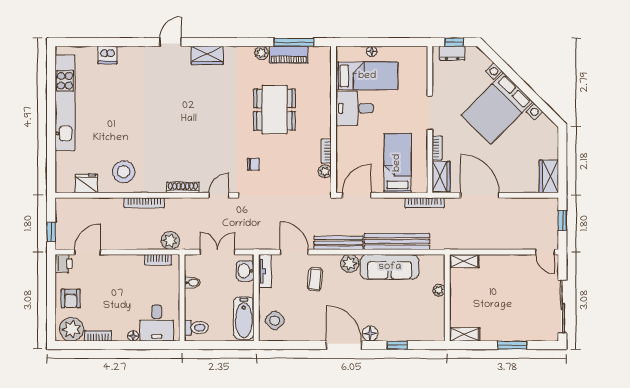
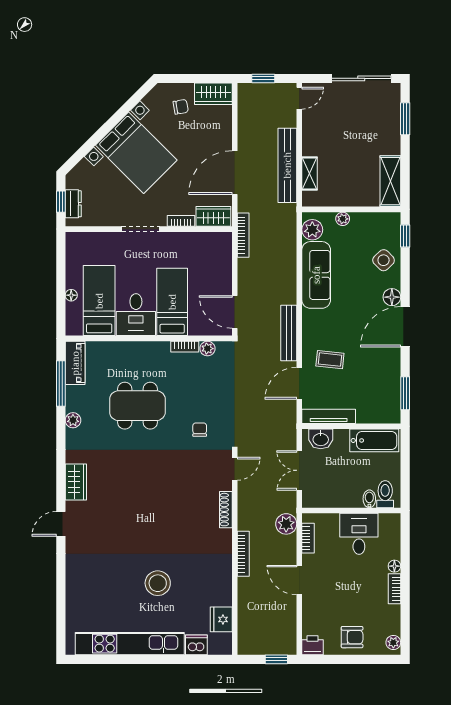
door: (170, 42) -> (61, 524), hinge flipped
dishwasher: (107, 55) -> (196, 645), moved, turned -90
piano: (289, 55) -> (75, 363), moved
chair: (538, 148) -> (181, 107), added
bed: (397, 163) -> (172, 302), moved, turned 90
stool: (124, 172) -> (158, 583), moved
door: (219, 195) -> (235, 469), swing flipped
bench: (397, 242) -> (287, 165), moved
door: (88, 252) -> (299, 580), moved
shelving: (464, 261) -> (309, 173), moved
plant: (350, 264) -> (312, 230), moved
tv unit: (265, 271) -> (329, 416), width x1.41
bidet: (192, 283) -> (369, 499), moved
side table: (275, 320) -> (384, 260), moved
desk: (157, 323) -> (359, 534), moved, turned -90
plant: (71, 329) -> (393, 643), width x0.53, depth x0.53
shelving: (465, 334) -> (390, 181), width x1.50, depth x1.33
bookcase: (98, 336) -> (395, 589), moved
window: (285, 345) -> (405, 393), added
window: (397, 345) -> (405, 236), moved
window: (512, 345) -> (405, 119), moved

